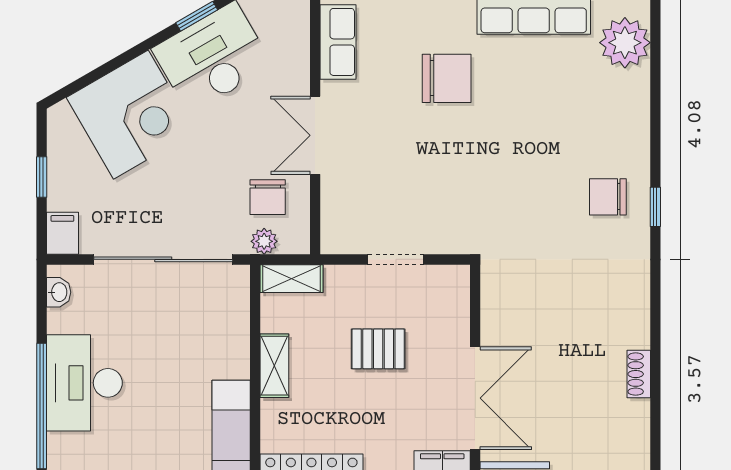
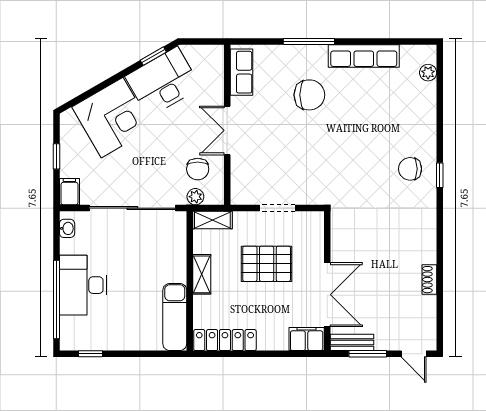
plant: (625, 43) -> (428, 73), width x0.53, depth x0.53
pallet: (378, 349) -> (267, 264), width x1.50, depth x1.42

